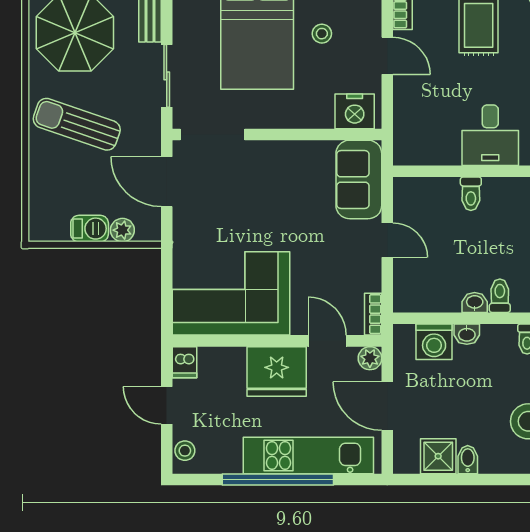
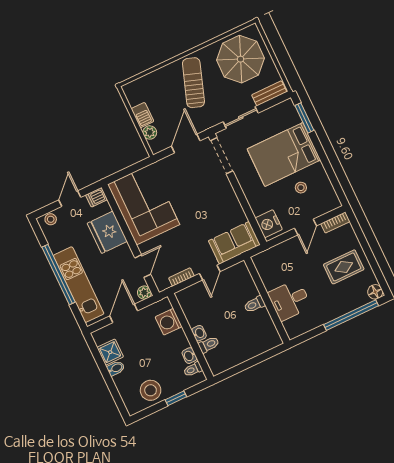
bookcase: (373, 314) -> (181, 277), moved
washbasin: (467, 334) -> (189, 356), moved
fridge: (277, 371) -> (107, 232), moved

